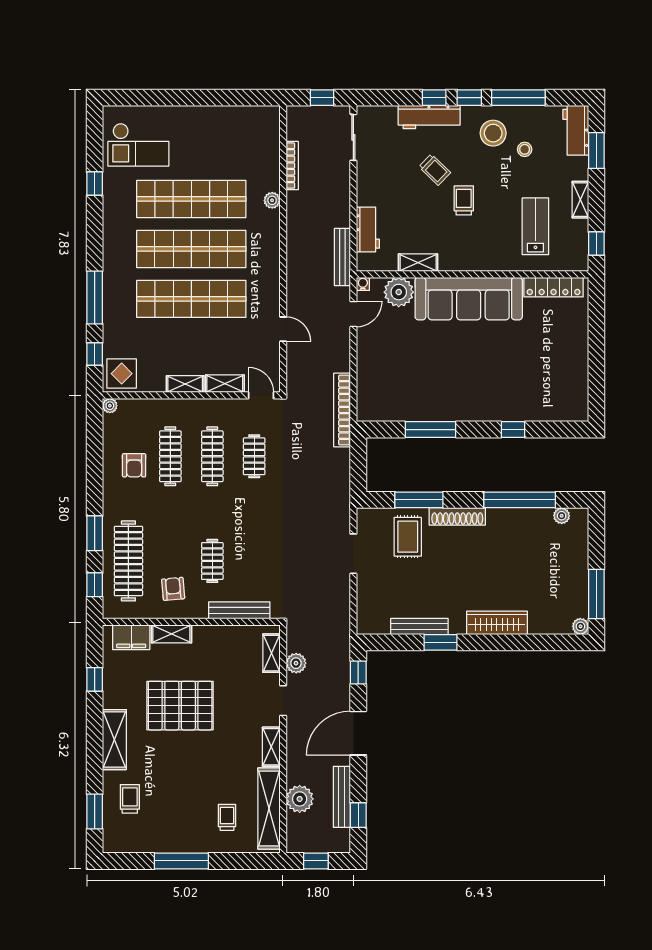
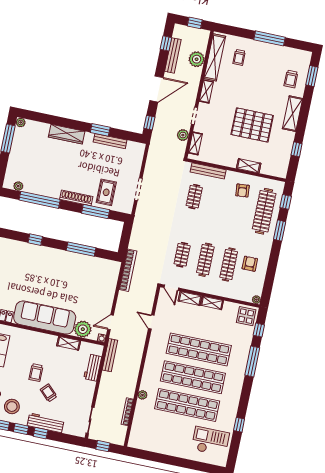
clothes rail: (212, 561) -> (194, 197), moved
filing cabinet: (131, 637) -> (271, 169), removed

